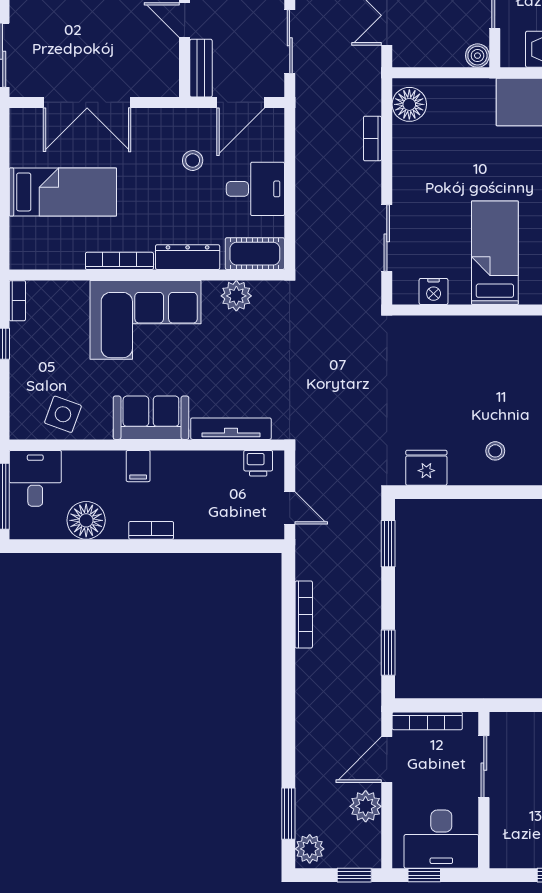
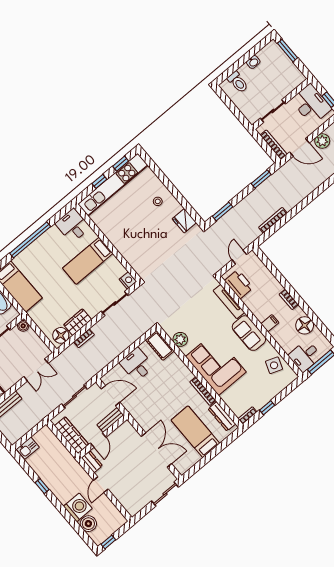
wardrobe: (408, 151) -> (78, 322), added
stool: (193, 161) -> (145, 395), removed
dresser: (188, 257) -> (222, 416), moved
nightstand: (434, 292) -> (128, 280), moved
printer: (258, 463) -> (239, 284), width x1.87, depth x1.48

